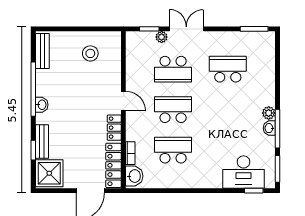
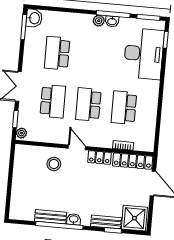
plant: (162, 37) -> (21, 133), moved
bench: (42, 51) -> (51, 217), moved
stool: (90, 53) -> (54, 164), moved
door: (123, 101) -> (77, 147), hinge flipped
desk: (244, 172) -> (144, 54), width x1.36, depth x1.30
washbasin: (134, 176) -> (34, 18), moved, turned 90

